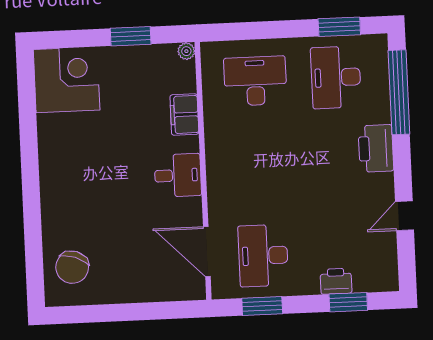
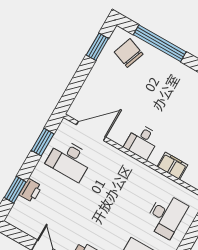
window: (33, 234) -> (160, 43), added
desk: (263, 256) -> (69, 160), turned 180
window: (90, 314) -> (97, 47), added

